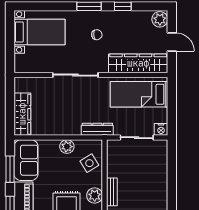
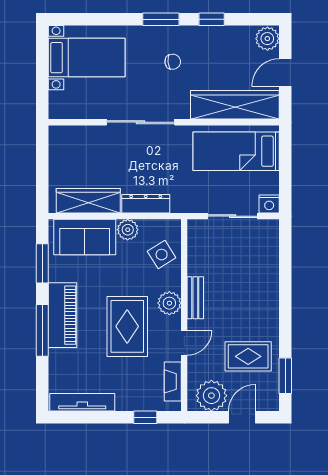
door: (172, 42) -> (285, 73), swing flipped
wardrobe: (22, 114) -> (88, 201), moved, turned -90
dresser: (97, 129) -> (146, 204), moved
sofa: (26, 160) -> (85, 237), moved, turned 90

